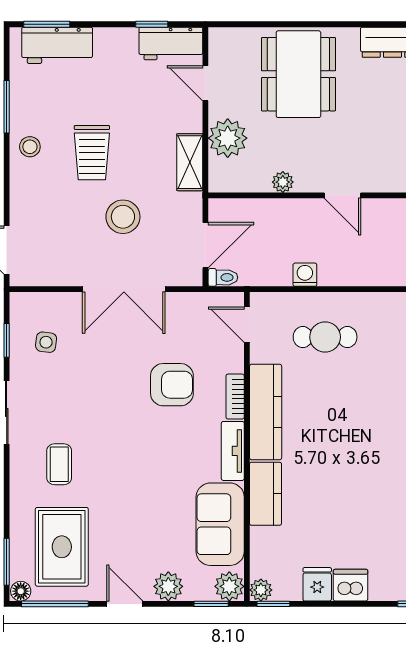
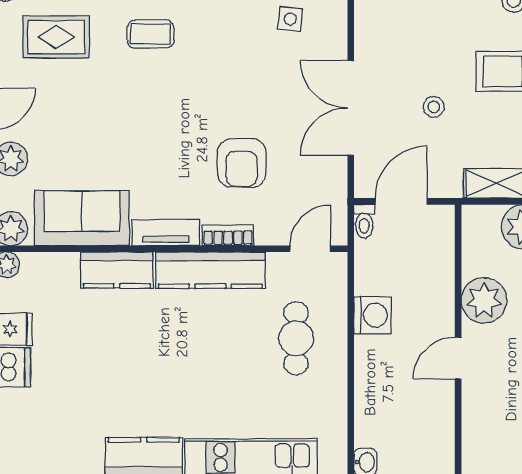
plant: (283, 182) -> (484, 300), width x1.88, depth x1.88
stool: (123, 217) -> (434, 107), width x0.53, depth x0.53
door: (205, 245) -> (401, 201), swing flipped
washing machine: (305, 275) -> (372, 315), width x1.38, depth x1.38
rug: (62, 547) -> (56, 37), width x0.73, depth x0.70

